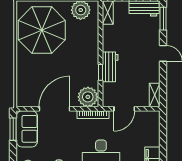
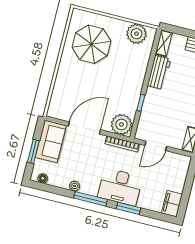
parasol: (42, 30) -> (91, 44), width x0.73, depth x0.73
workbench: (110, 67) -> (159, 72), moved
window: (13, 129) -> (33, 151), moved

